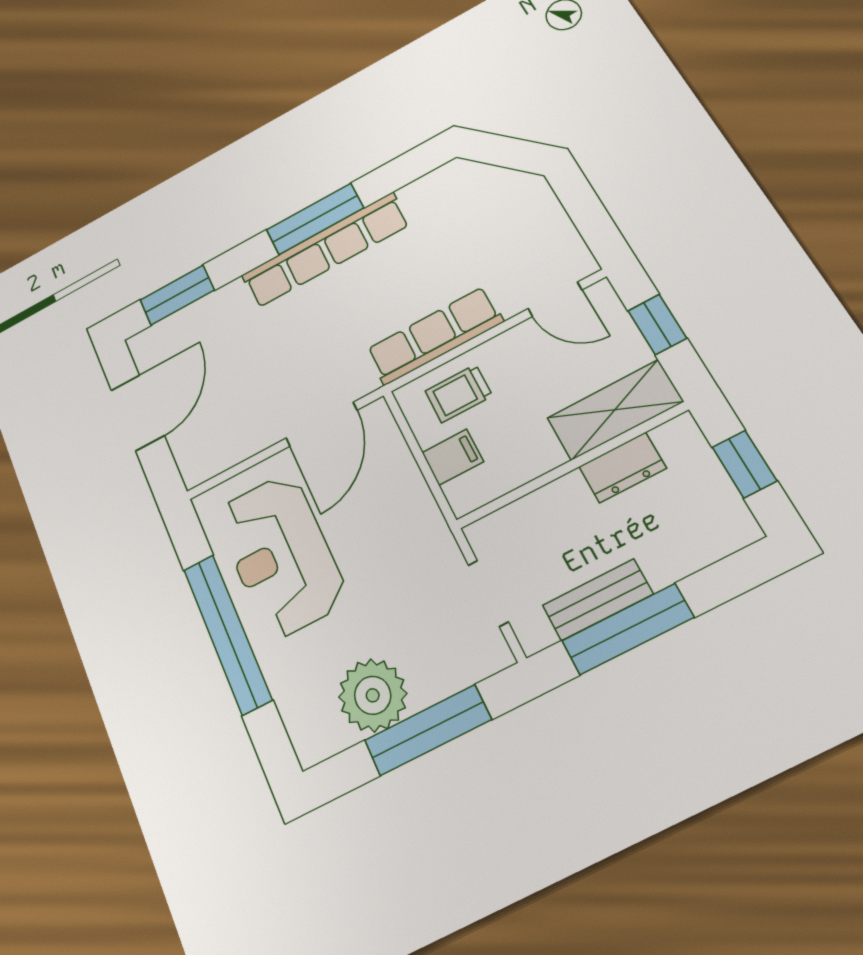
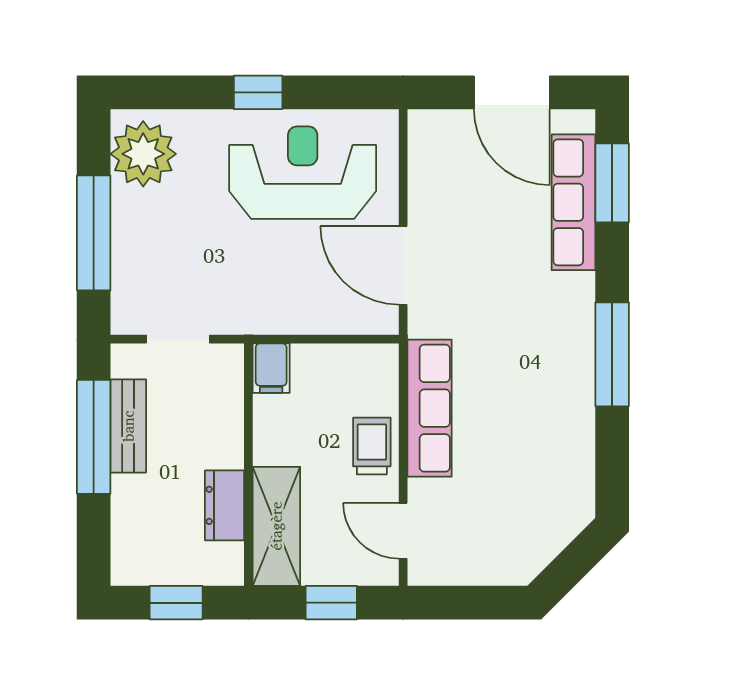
row of seats: (325, 250) -> (573, 202), moved, width x0.73
door: (555, 299) -> (403, 531), hinge flipped
trolley: (459, 393) -> (372, 446), moved
filing cabinet: (453, 457) -> (271, 368), moved
window: (227, 634) -> (258, 92), width x0.32
plant: (373, 695) -> (143, 154), moved

